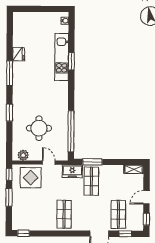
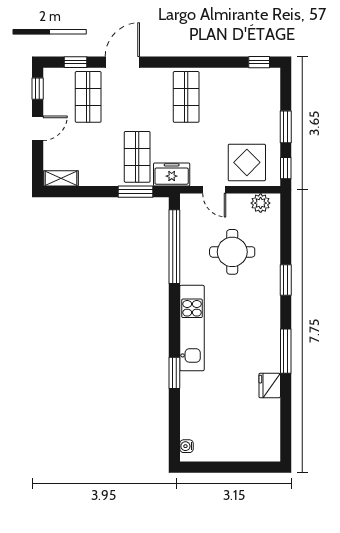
kitchen unit: (62, 57) -> (192, 328), moved

